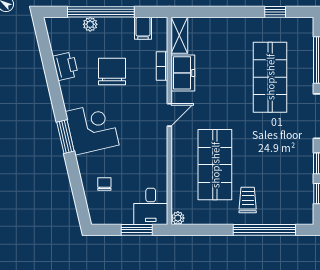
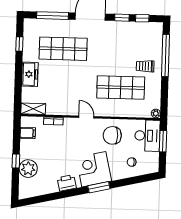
window: (101, 12) -> (16, 161), width x0.32
plant: (90, 24) -> (28, 169), width x1.88, depth x1.88
printer: (65, 66) -> (67, 183), moved
chair: (112, 72) -> (112, 135), moved
freezer: (183, 73) -> (30, 74), moved, turned 90
desk: (151, 206) -> (147, 136), width x1.37

